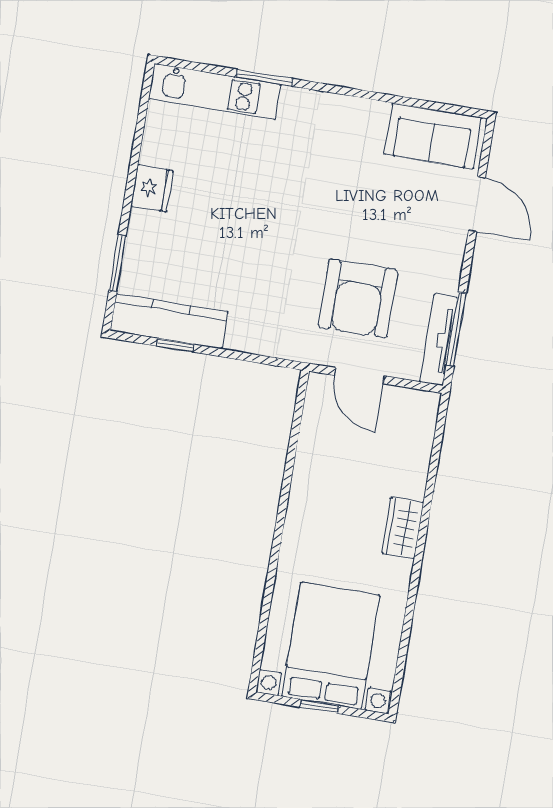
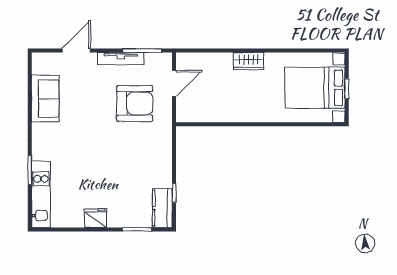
sofa: (433, 136) -> (45, 98), moved
kitchen counter: (169, 321) -> (162, 208), width x0.67
tv unit: (439, 340) -> (121, 59), moved
door: (359, 376) -> (174, 83), moved

